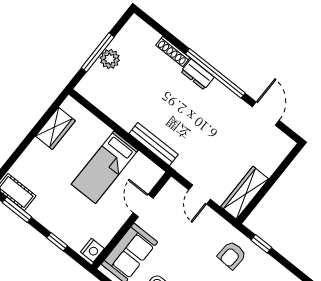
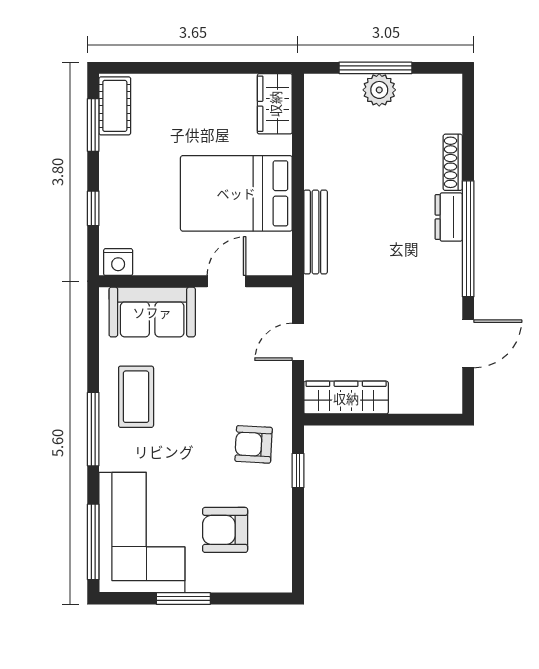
wardrobe: (55, 128) -> (275, 104), moved, turned 90
bed: (105, 167) -> (236, 193), width x1.50

